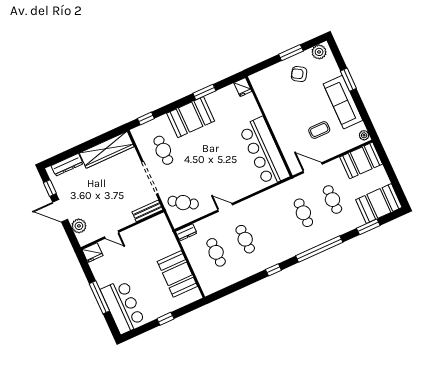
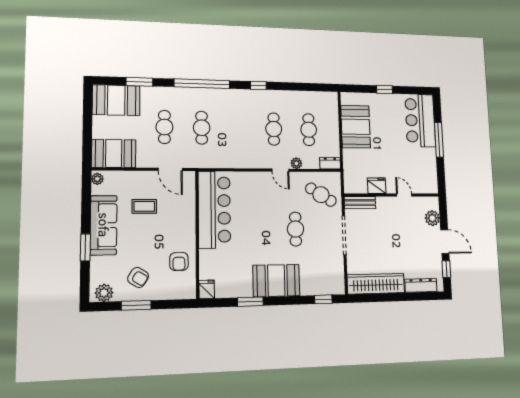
armchair: (274, 99) -> (179, 262), added
cafe table: (163, 150) -> (296, 229), moved
plant: (214, 219) -> (296, 163), added
fridge: (92, 253) -> (377, 186), moved

